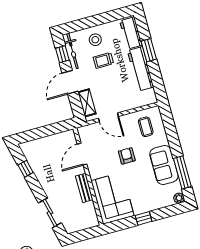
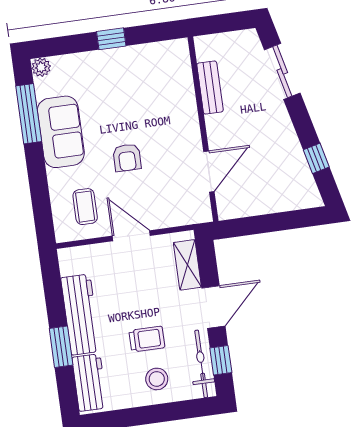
door: (108, 117) -> (131, 236), moved
bench: (84, 188) -> (210, 87), moved
corner sofa: (112, 198) -> (164, 83), removed

